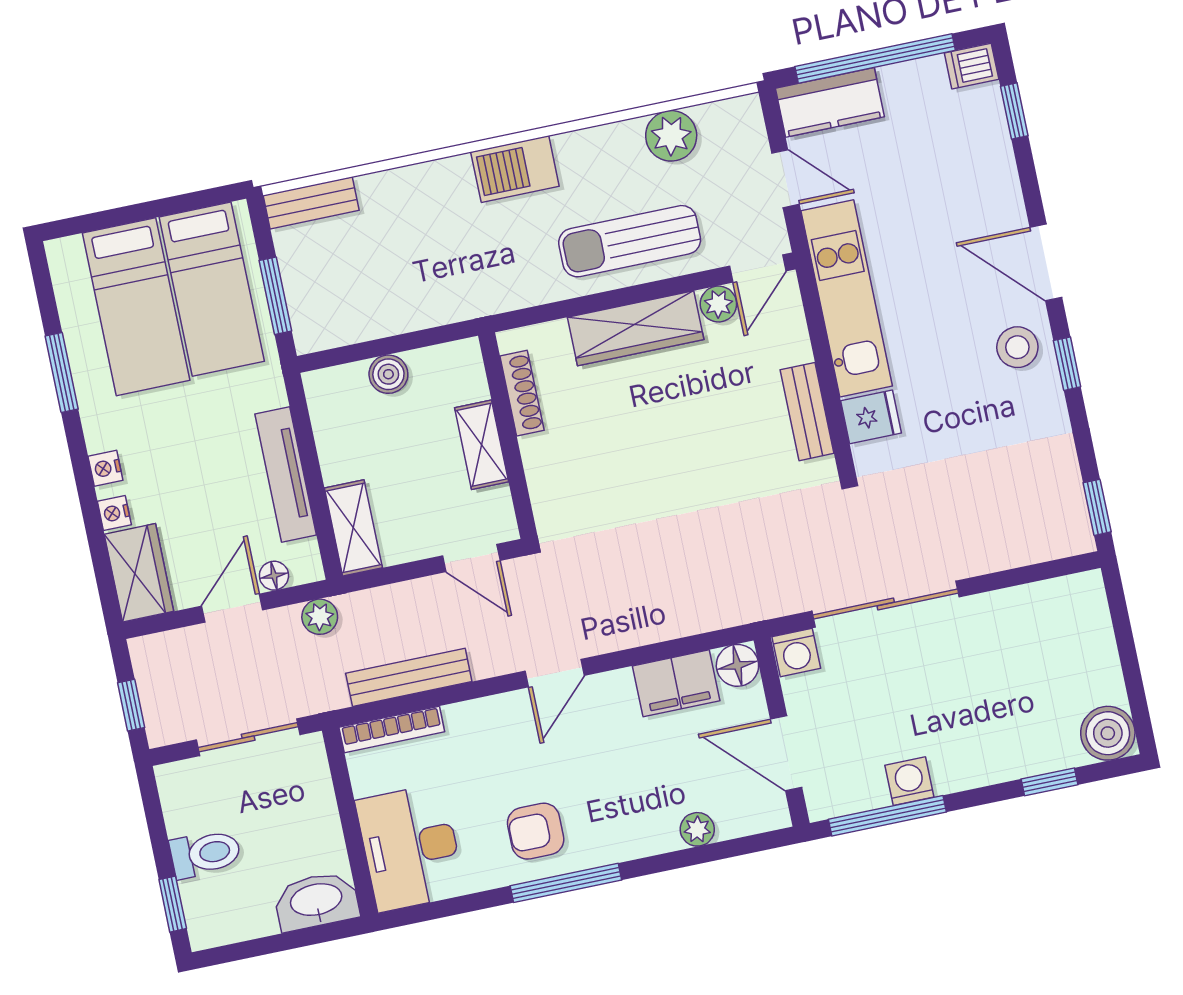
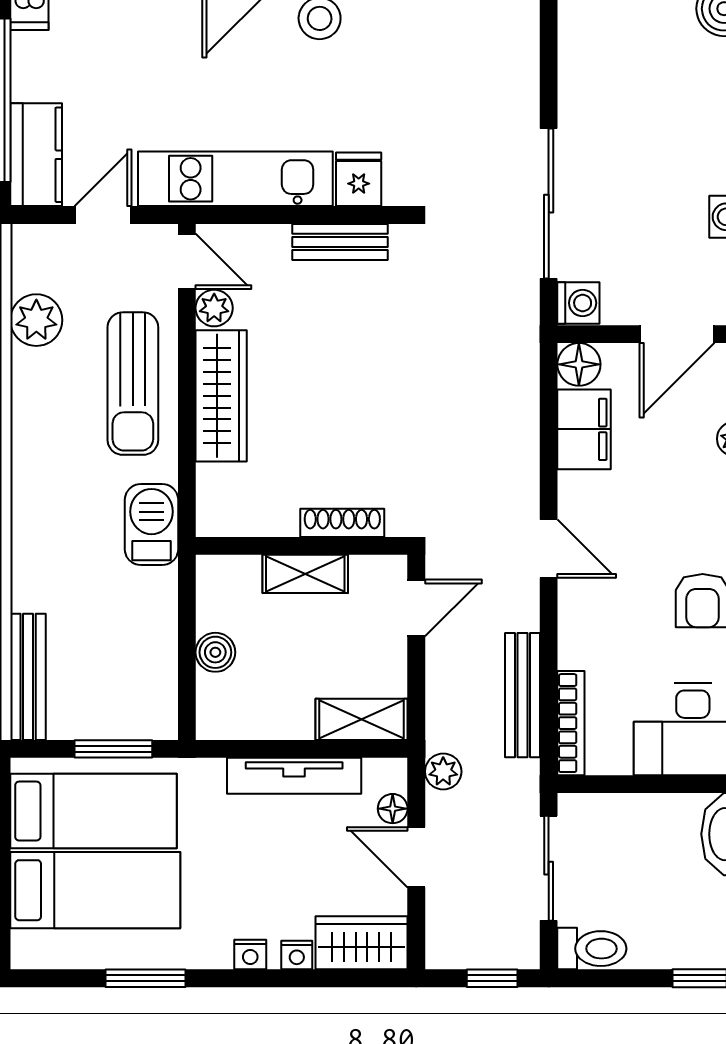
barbecue: (515, 169) -> (152, 525), moved, turned 180
bench: (311, 203) -> (28, 677), width x1.36
shoe rack: (522, 393) -> (342, 523), moved
toilet: (205, 854) -> (592, 949), moved, turned 90

